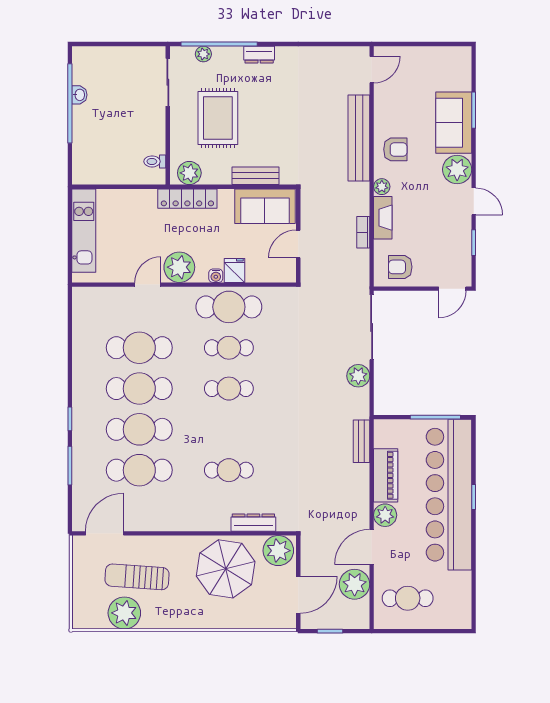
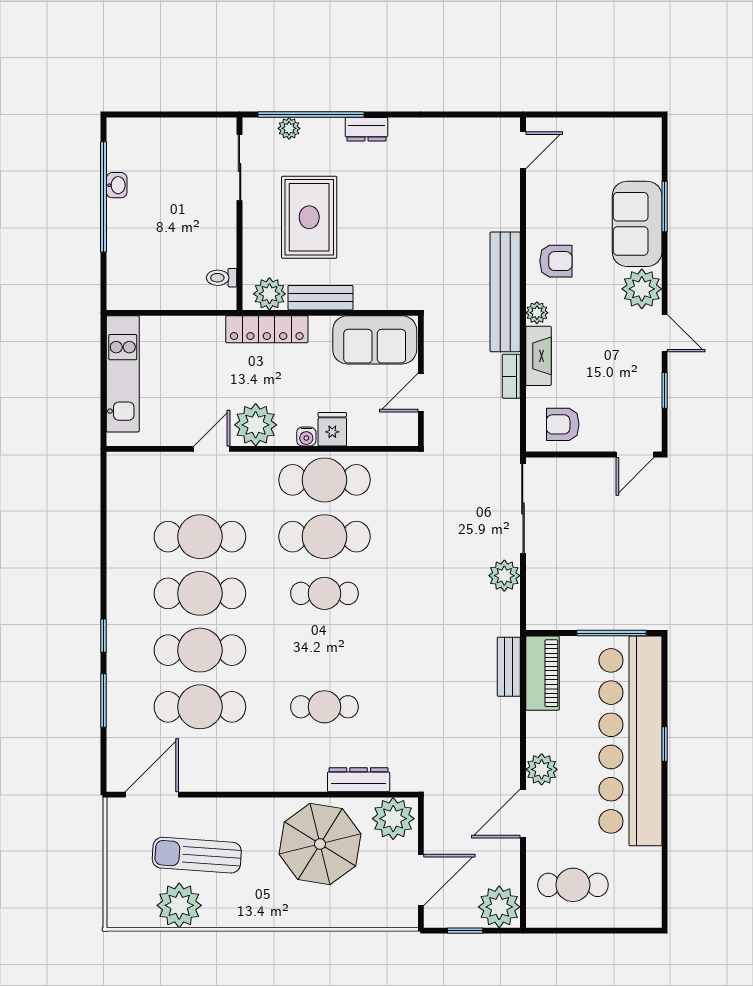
bench: (359, 138) -> (505, 292), moved
bench: (256, 176) -> (320, 298), moved
cafe table: (229, 348) -> (324, 537), width x1.37, depth x1.35
piano: (386, 475) -> (542, 673), moved
plant: (355, 584) -> (499, 907), moved

